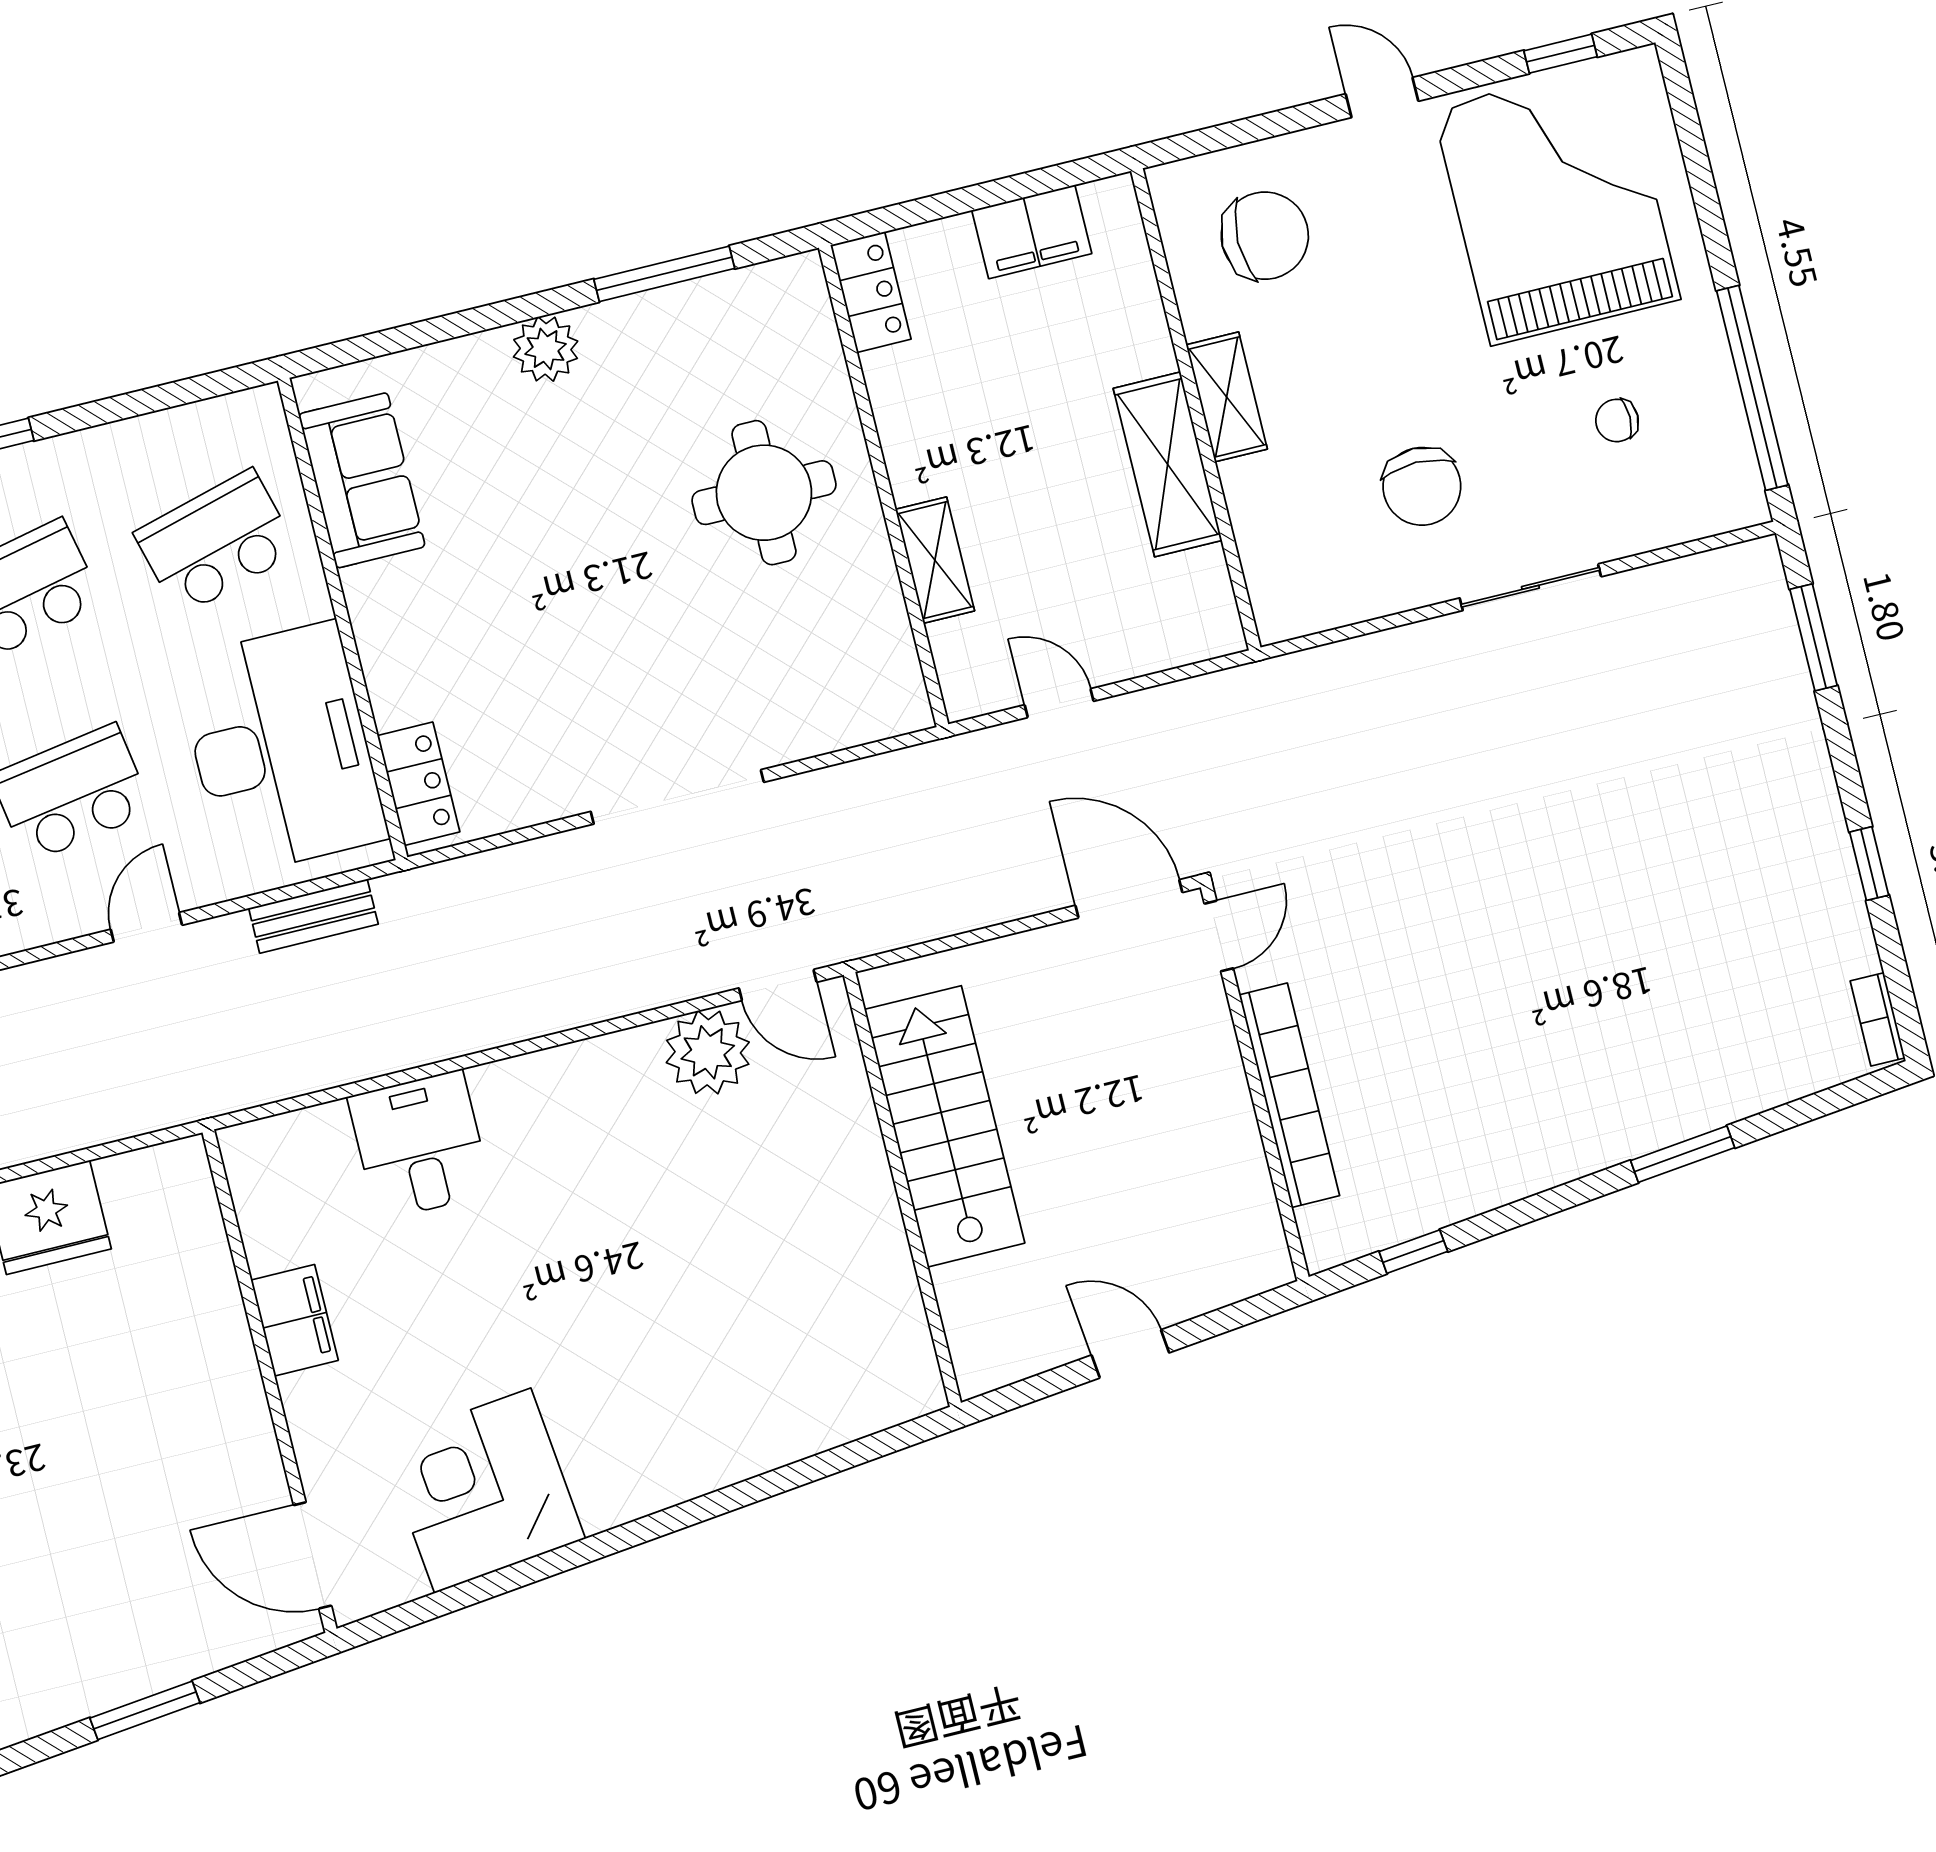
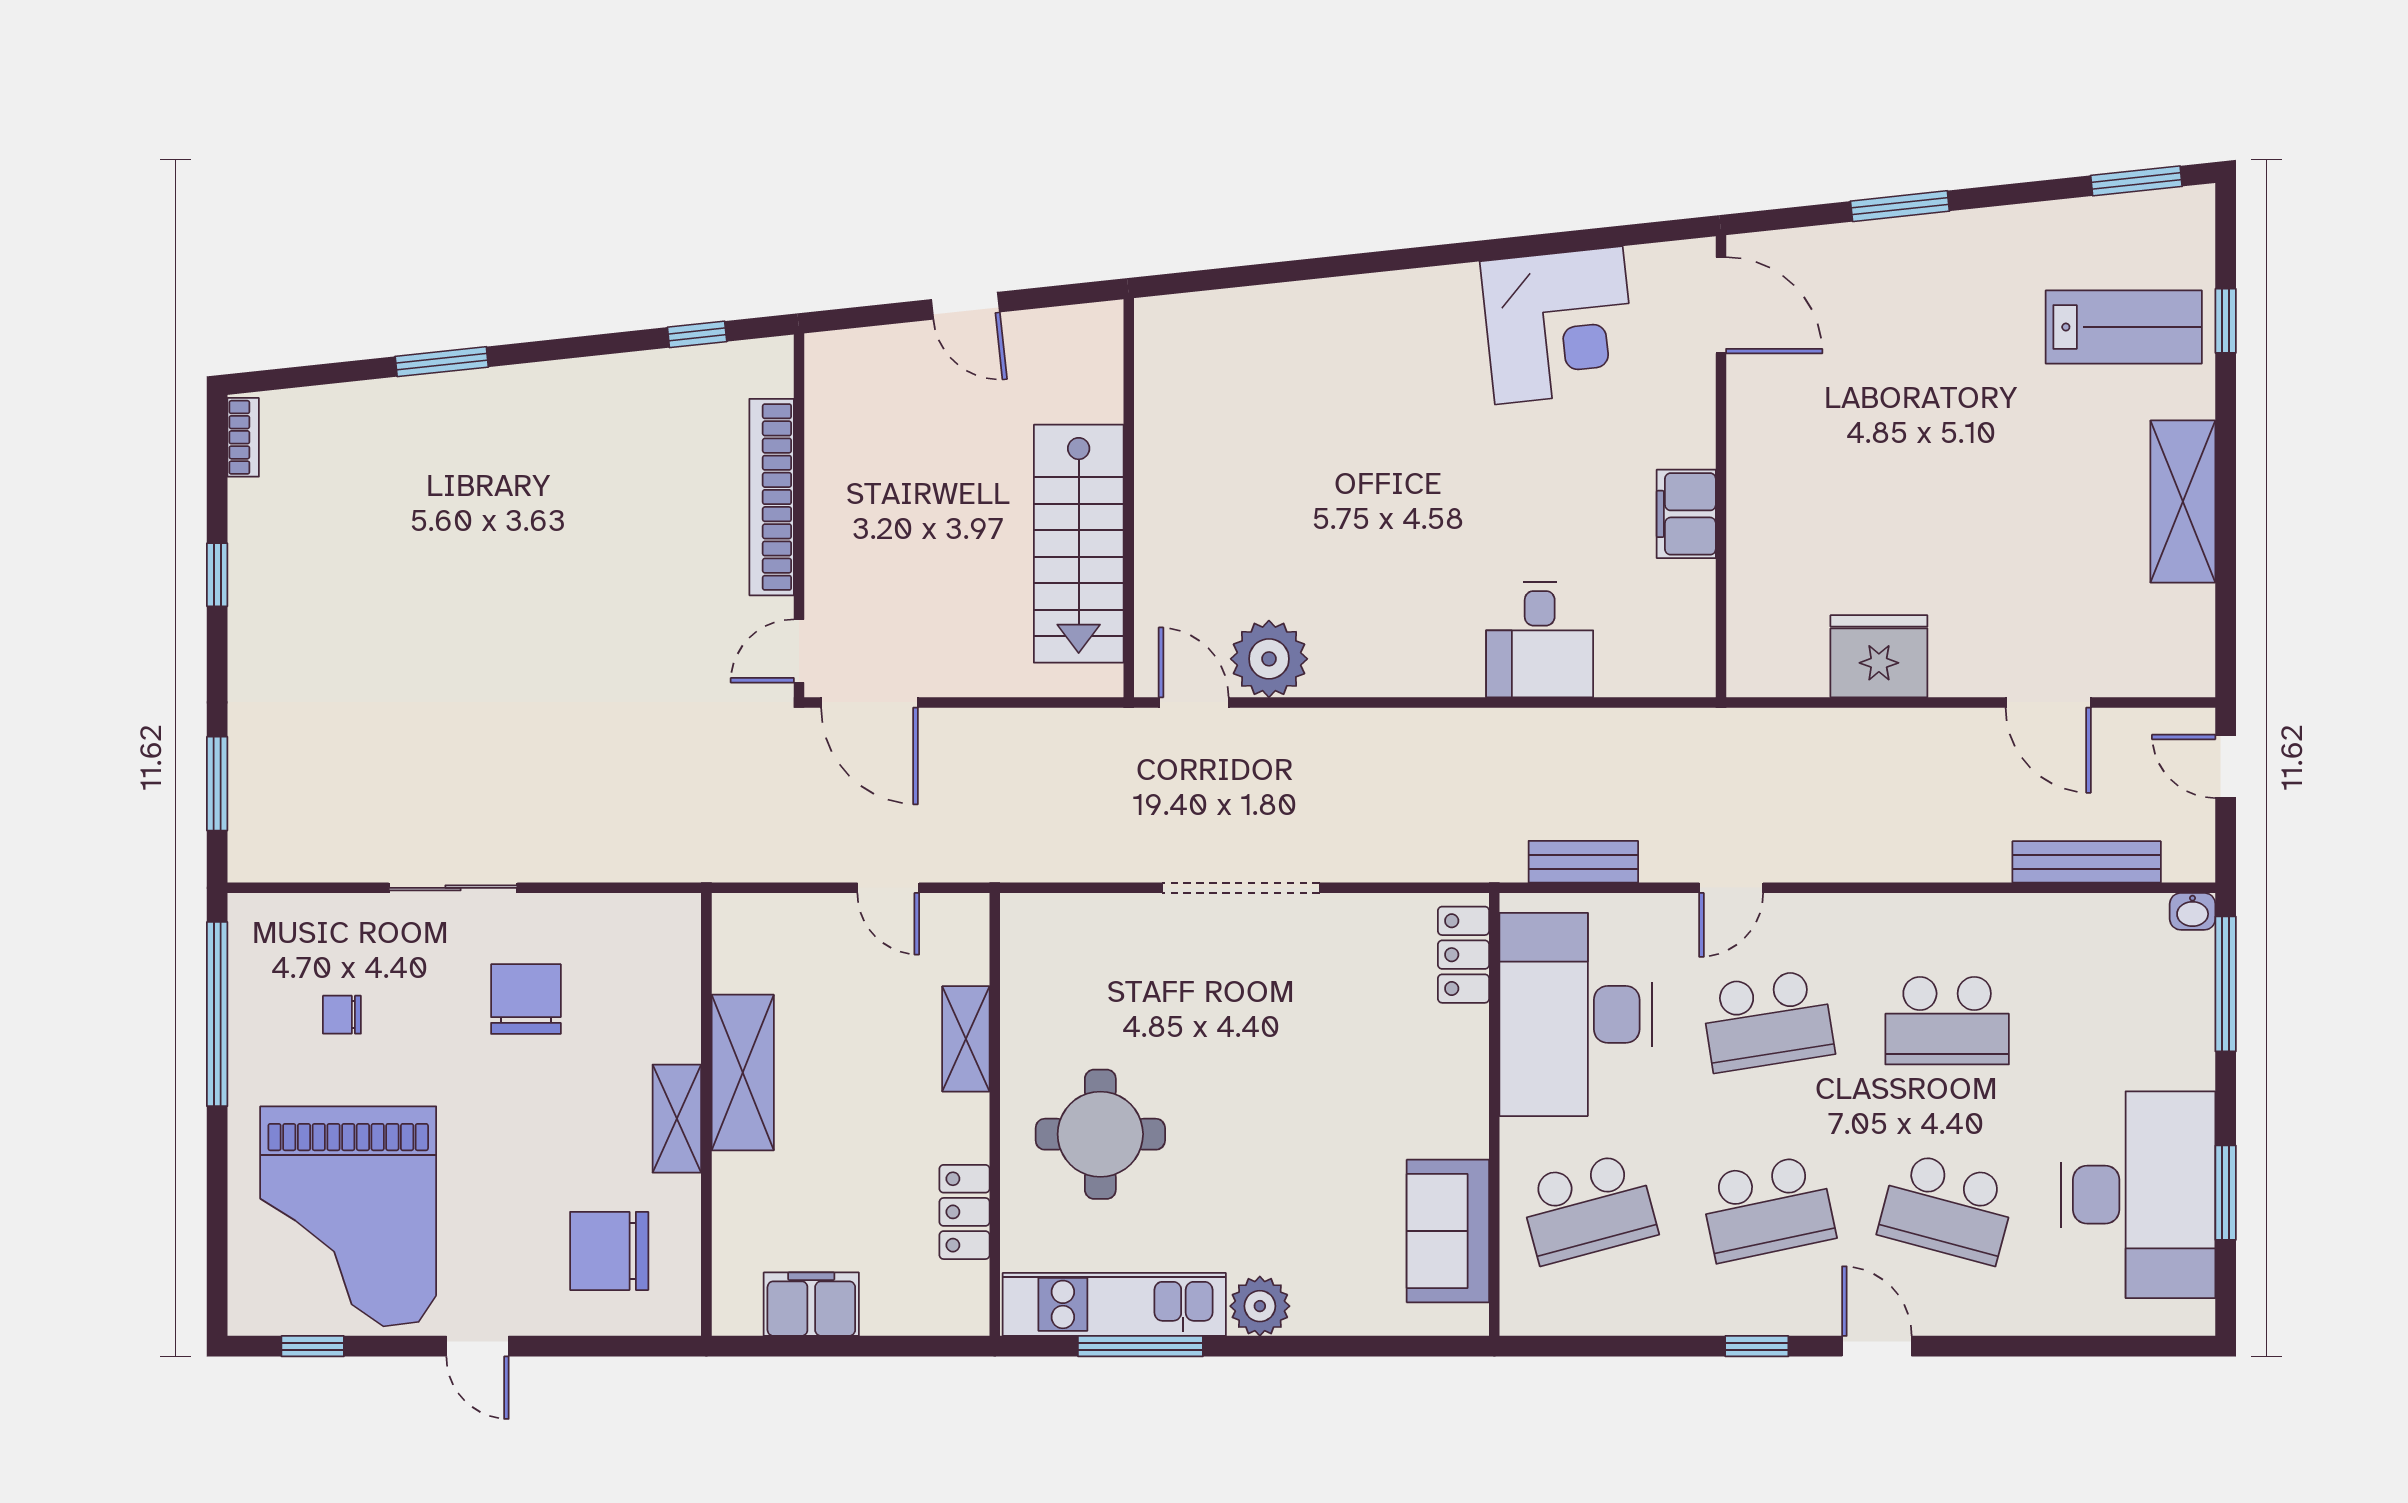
locker: (871, 292) -> (964, 1212), moved
kitchen unit: (704, 312) -> (1114, 1304), added
chair: (1617, 420) -> (342, 1015), turned 180

